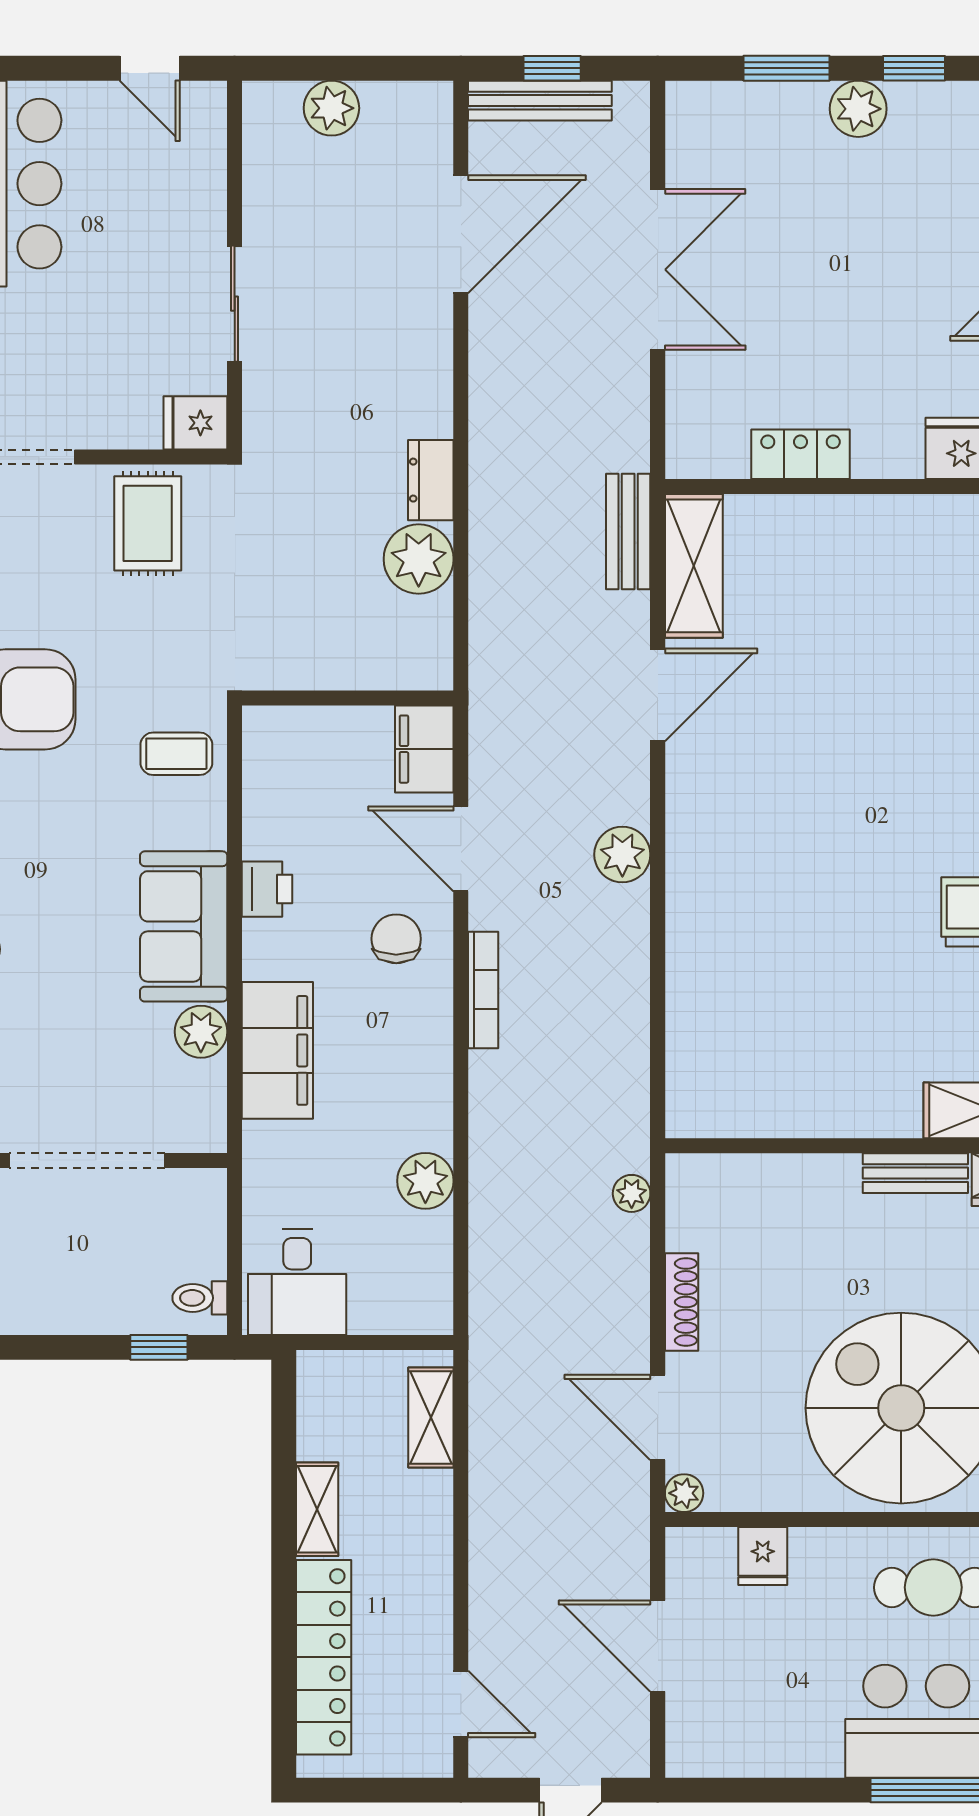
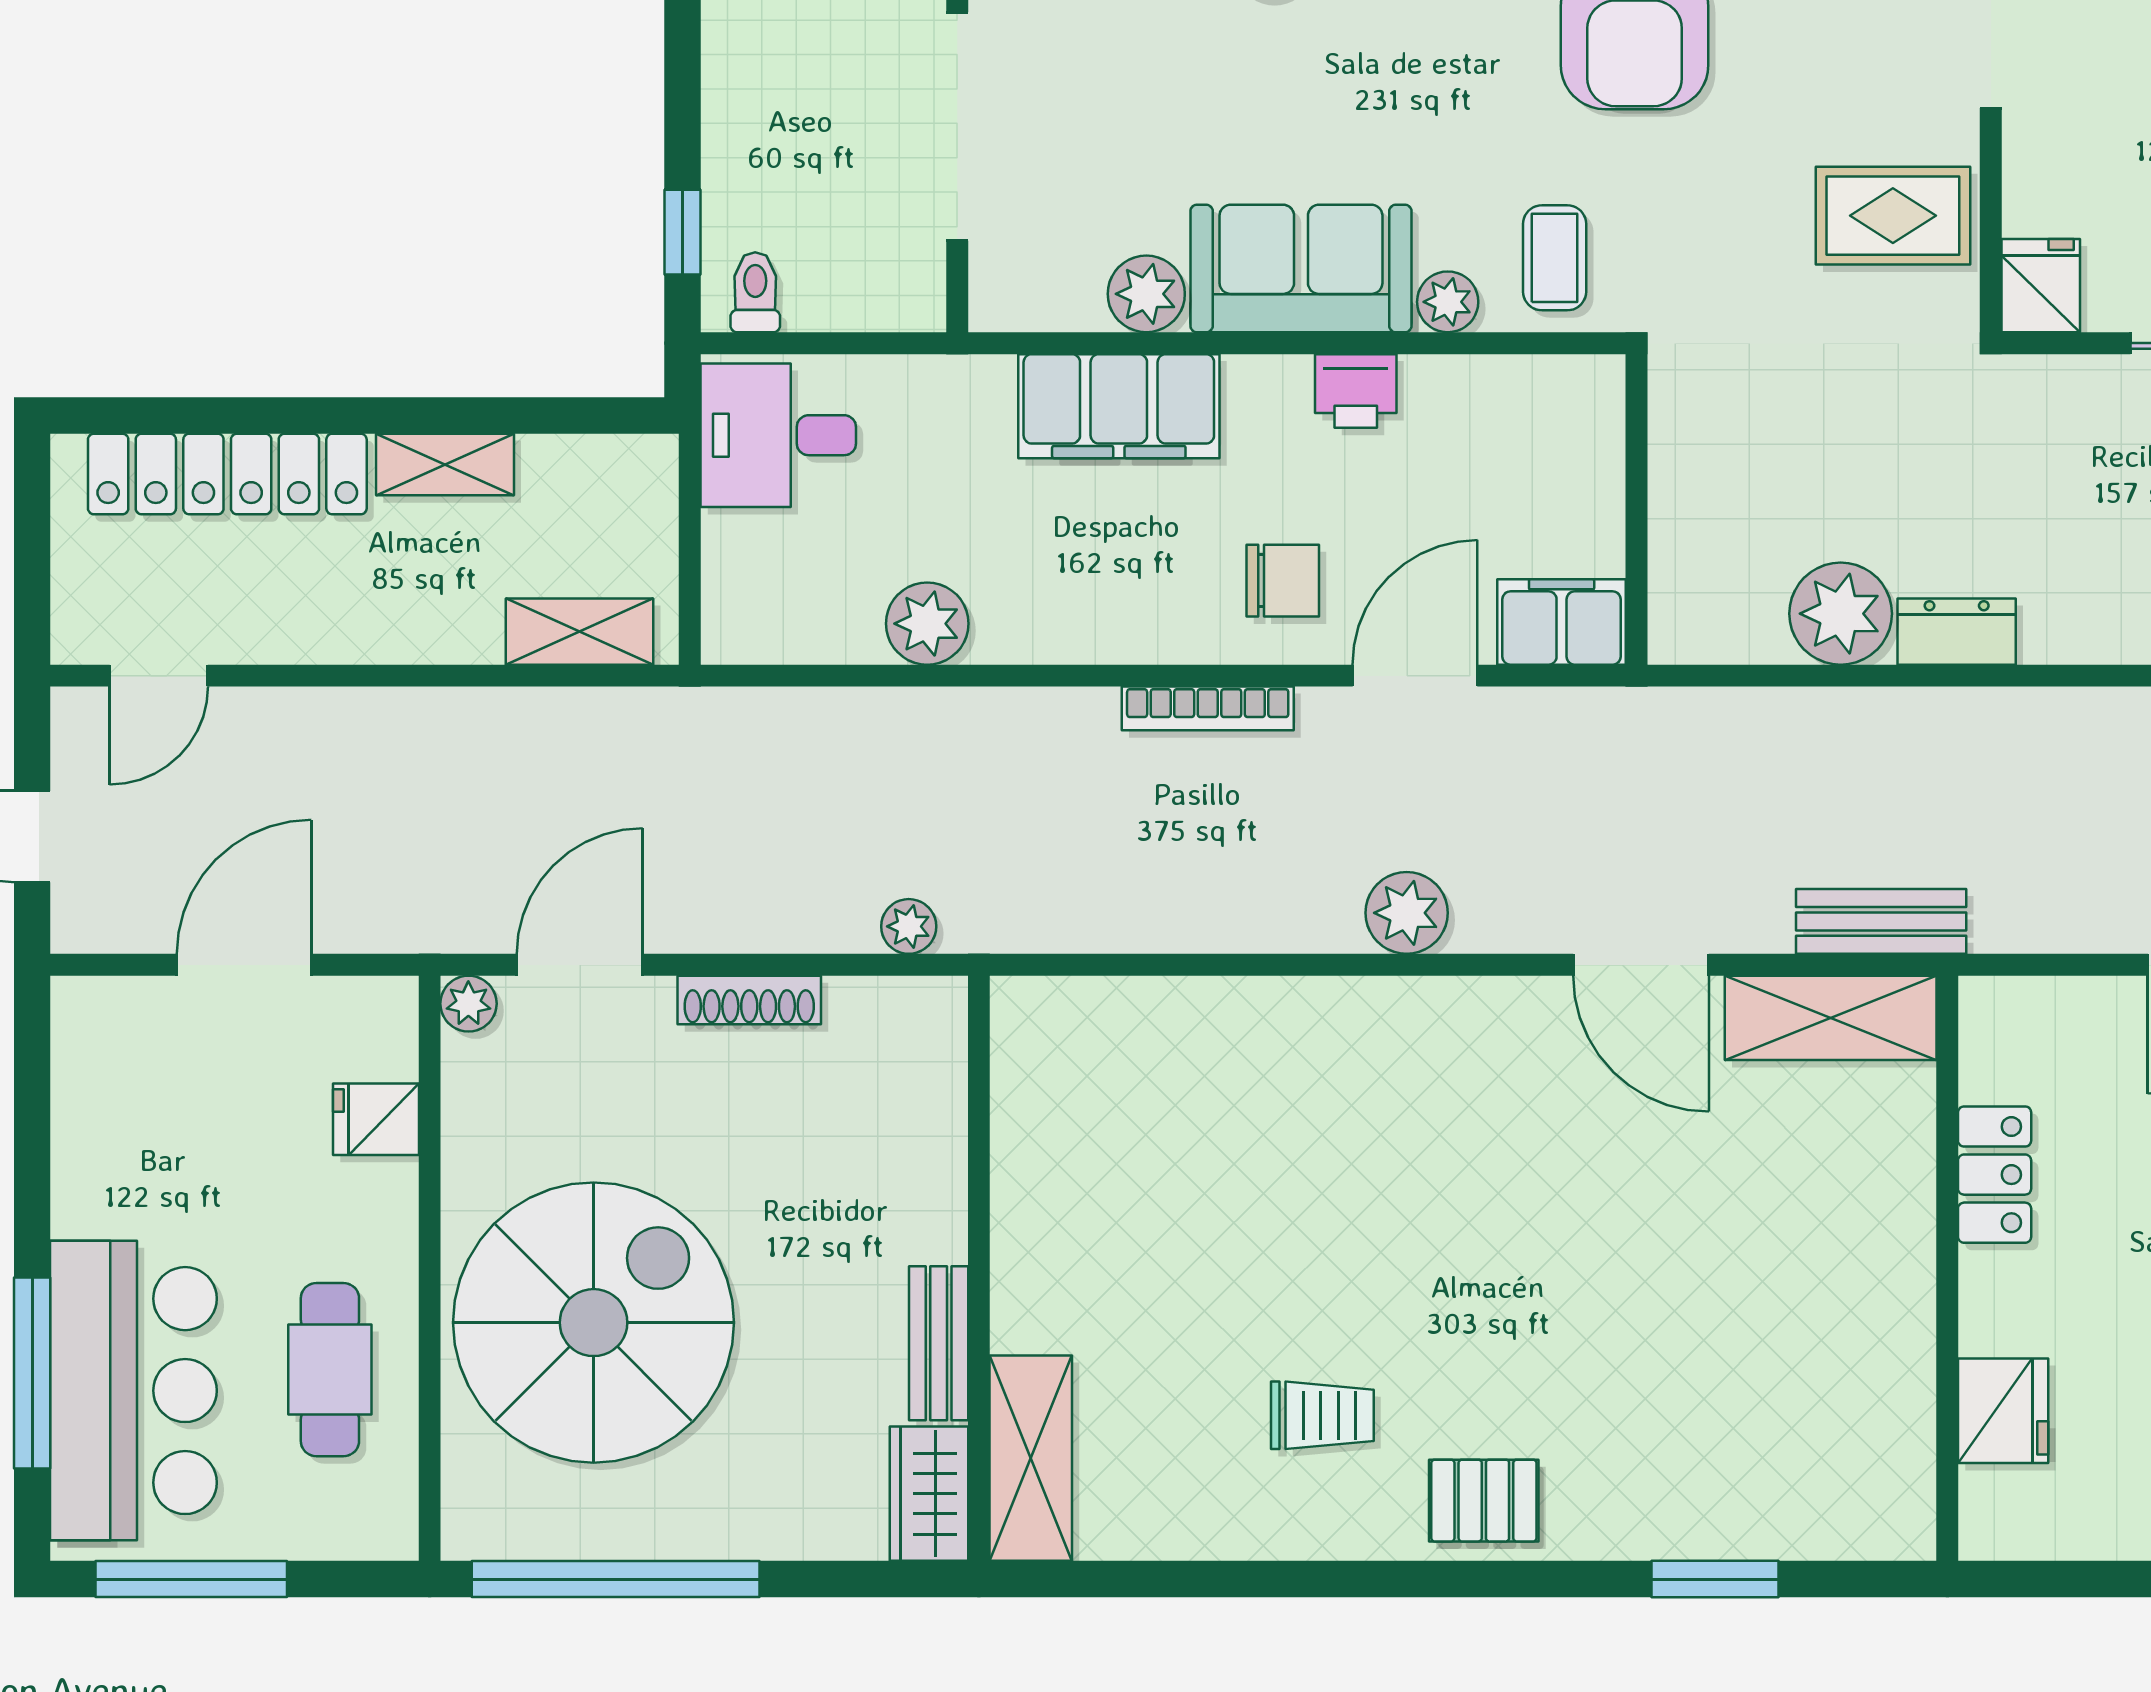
plant: (206, 827) -> (1448, 302), added

